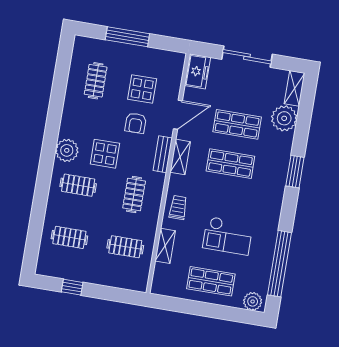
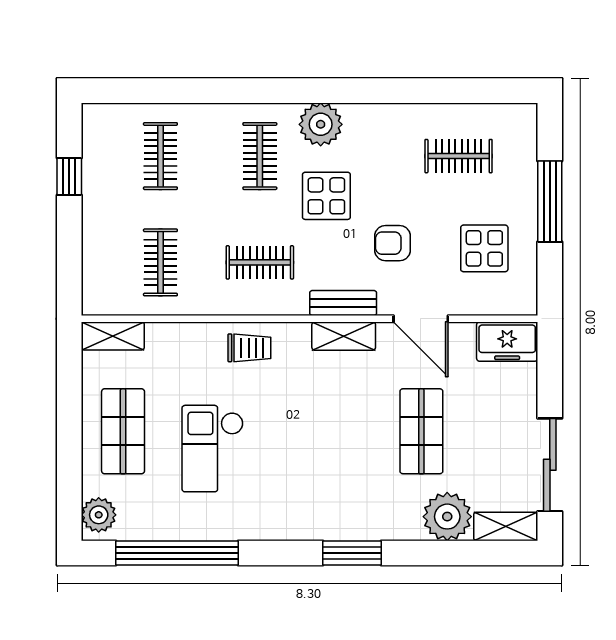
sliding door: (247, 57) -> (550, 465), moved
display table: (142, 89) -> (484, 248), moved
shop shelf: (230, 164) -> (347, 431), removed
shelving: (165, 246) -> (113, 336), moved

